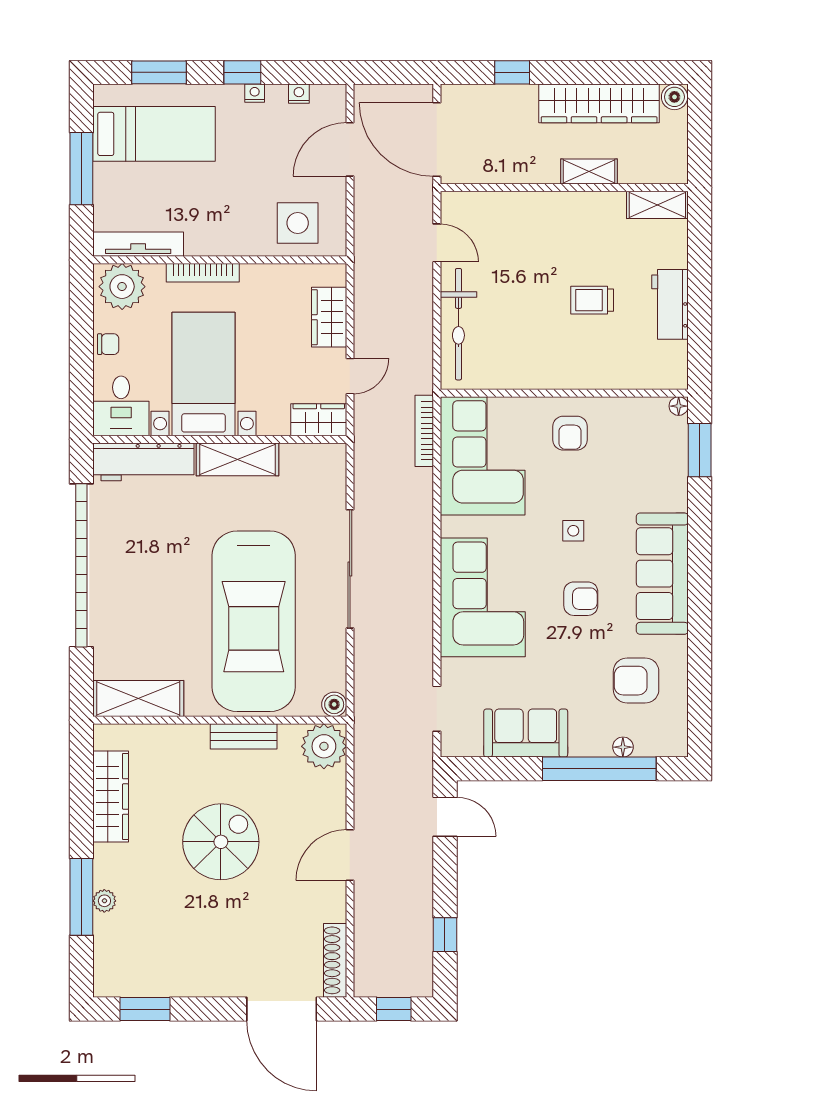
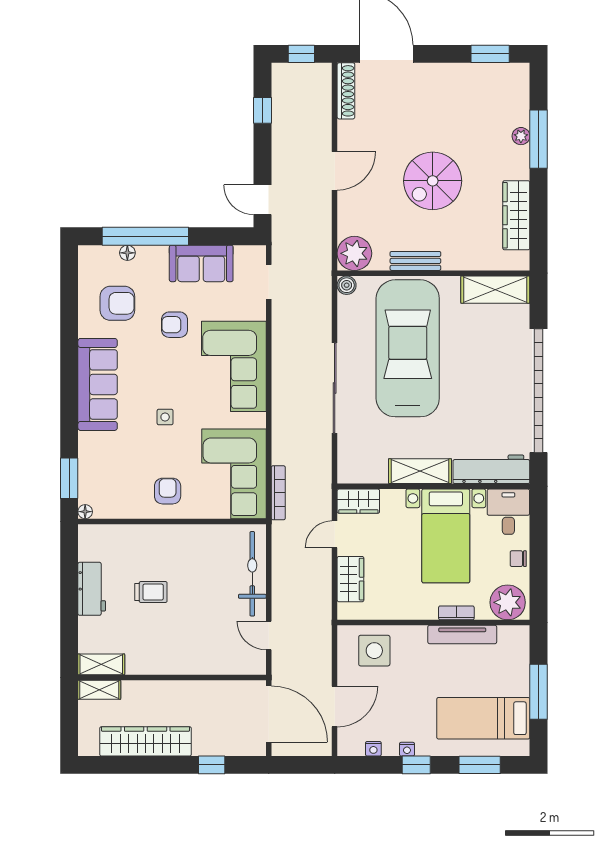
boiler: (674, 97) -> (88, 746), removed
shelving: (589, 171) -> (99, 690), moved
tv unit: (138, 244) -> (462, 634), moved
bookcase: (203, 273) -> (456, 613), width x0.64
armchair: (581, 599) -> (175, 325), moved

